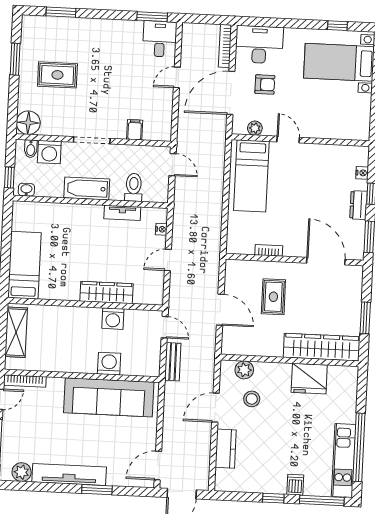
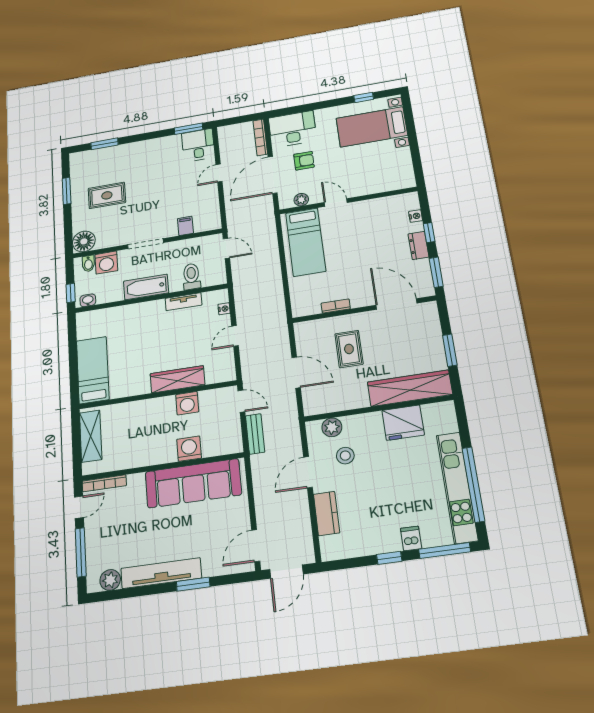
kitchen unit: (344, 461) -> (457, 487), width x1.36

